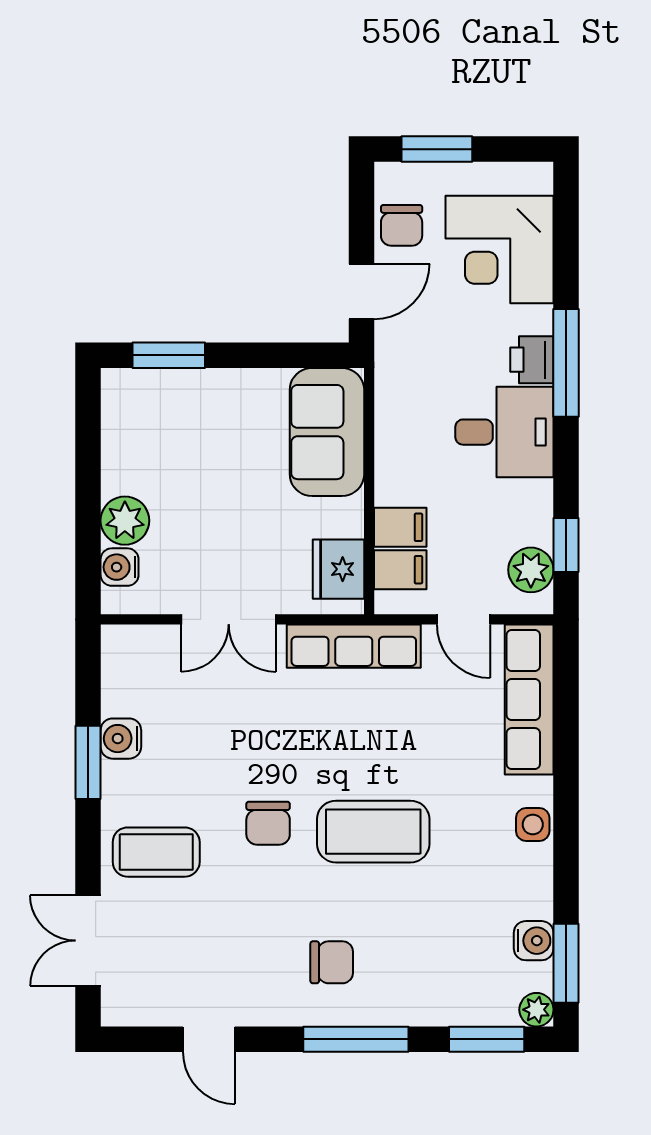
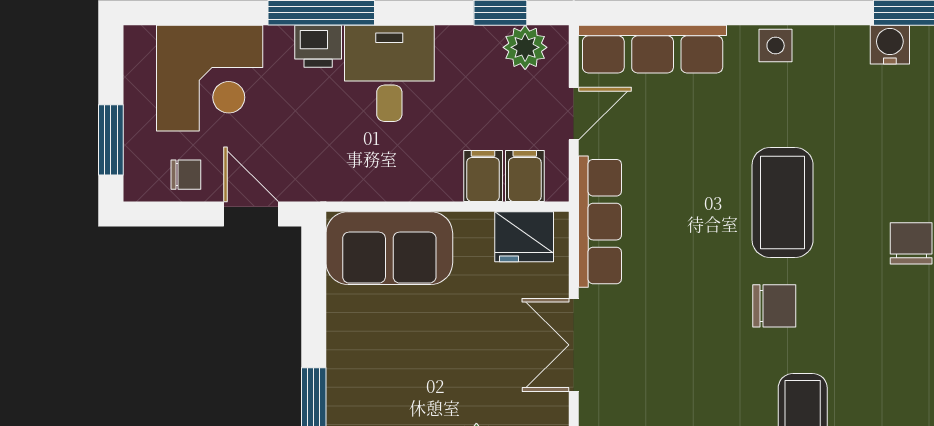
chair: (402, 225) -> (186, 175), width x0.73, depth x0.73
double door: (229, 619) -> (574, 345), swing flipped

